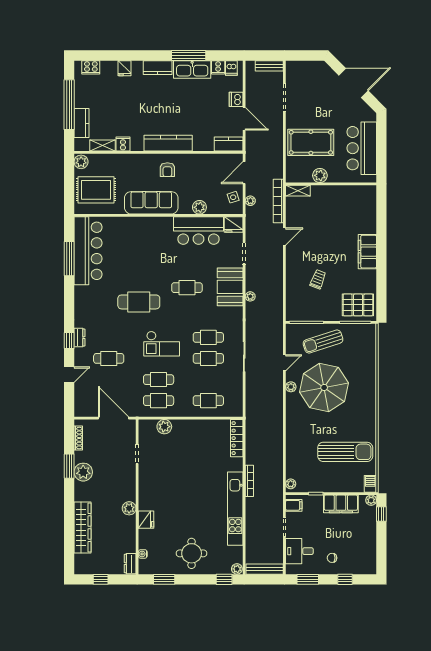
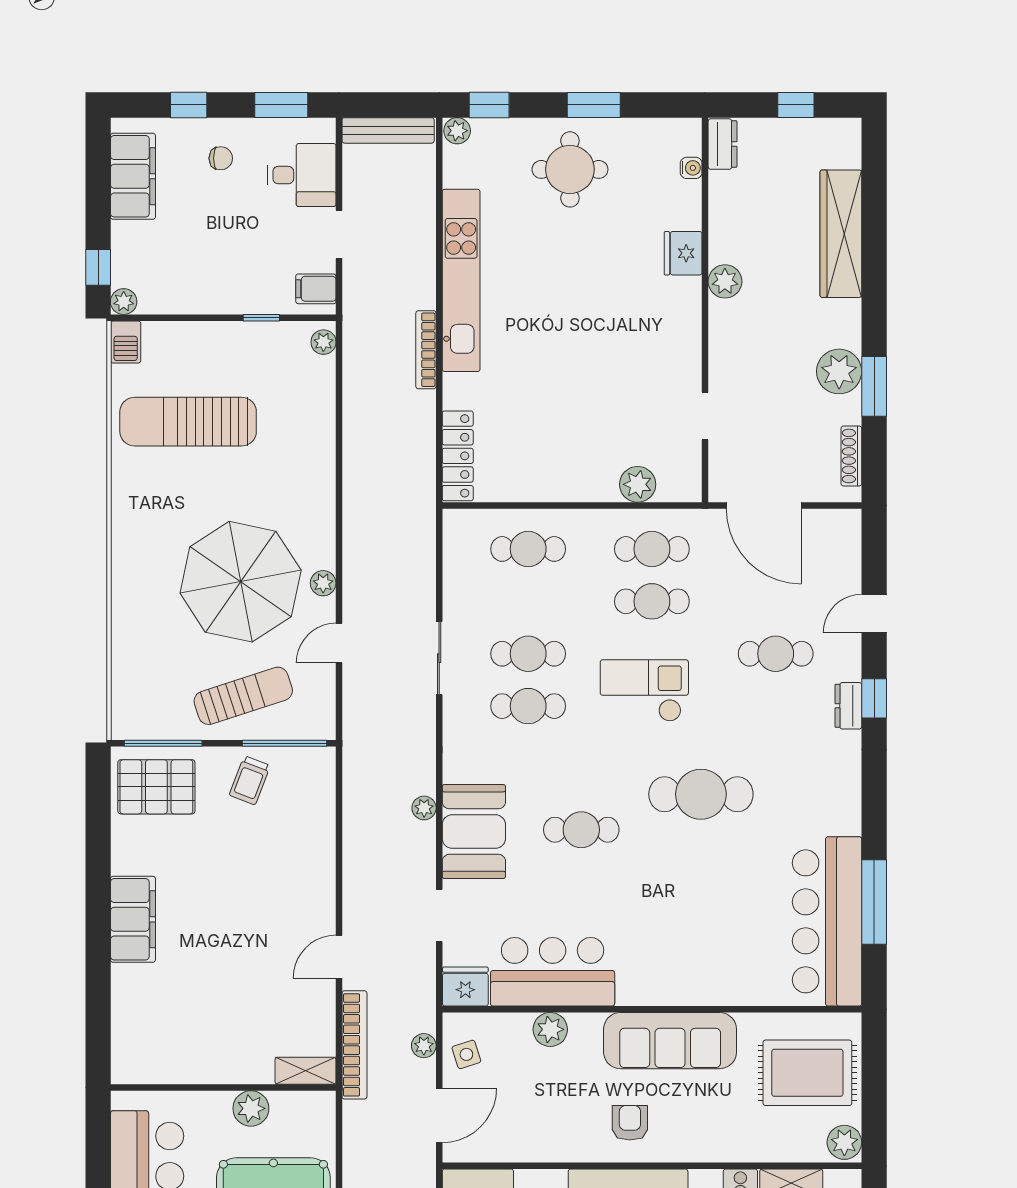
trolley: (318, 279) -> (250, 780), moved
filing cabinet: (341, 504) -> (133, 176), moved, turned 90
window: (164, 579) -> (594, 105), moved

